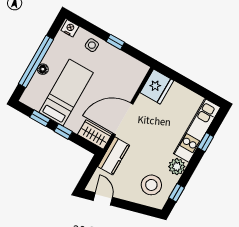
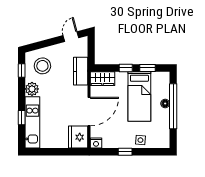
nightstand: (70, 28) -> (96, 143), moved
door: (123, 119) -> (89, 112), moved
door: (103, 199) -> (71, 37), swing flipped

